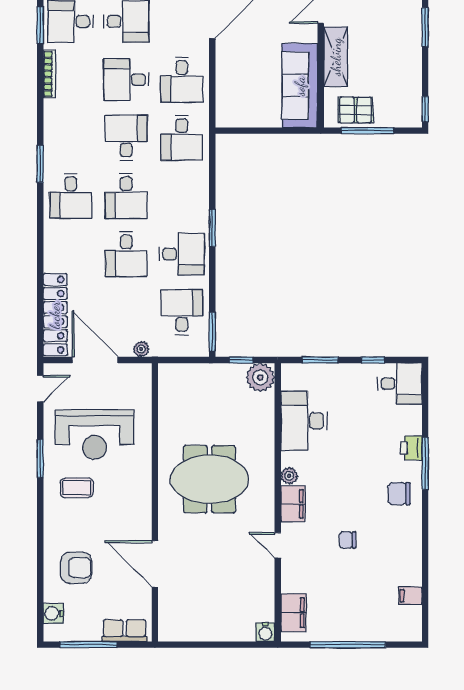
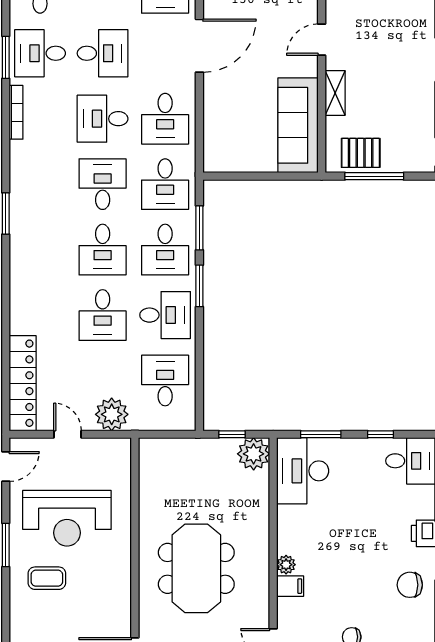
shelving: (336, 57) -> (335, 93), width x0.67, depth x0.75
desk: (71, 196) -> (165, 250), moved
window: (212, 332) -> (199, 228), moved
plant: (141, 349) -> (112, 414), width x1.88, depth x1.88
door: (95, 360) -> (68, 434), width x0.53
desk: (304, 421) -> (303, 471), moved
meeting table: (209, 479) -> (196, 568), turned 90
filing cabinet: (293, 504) -> (290, 586), width x0.50

